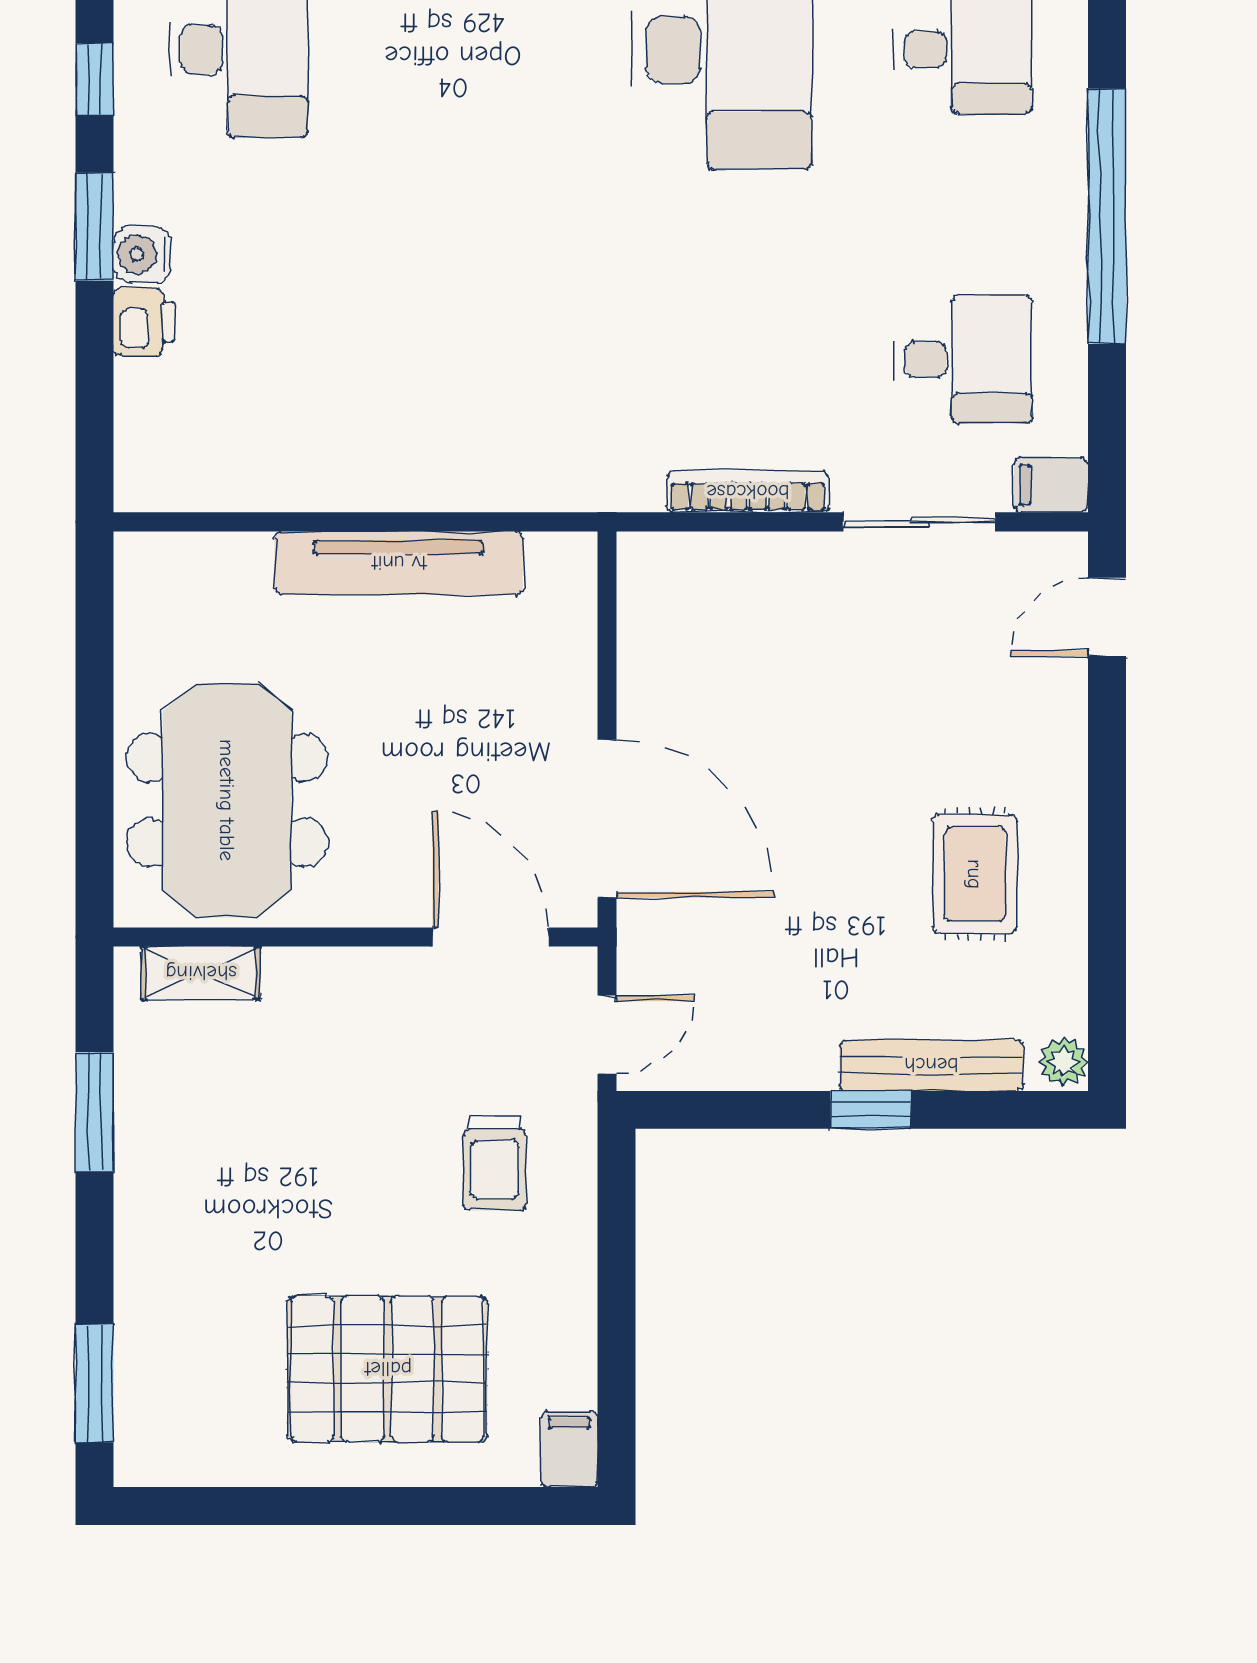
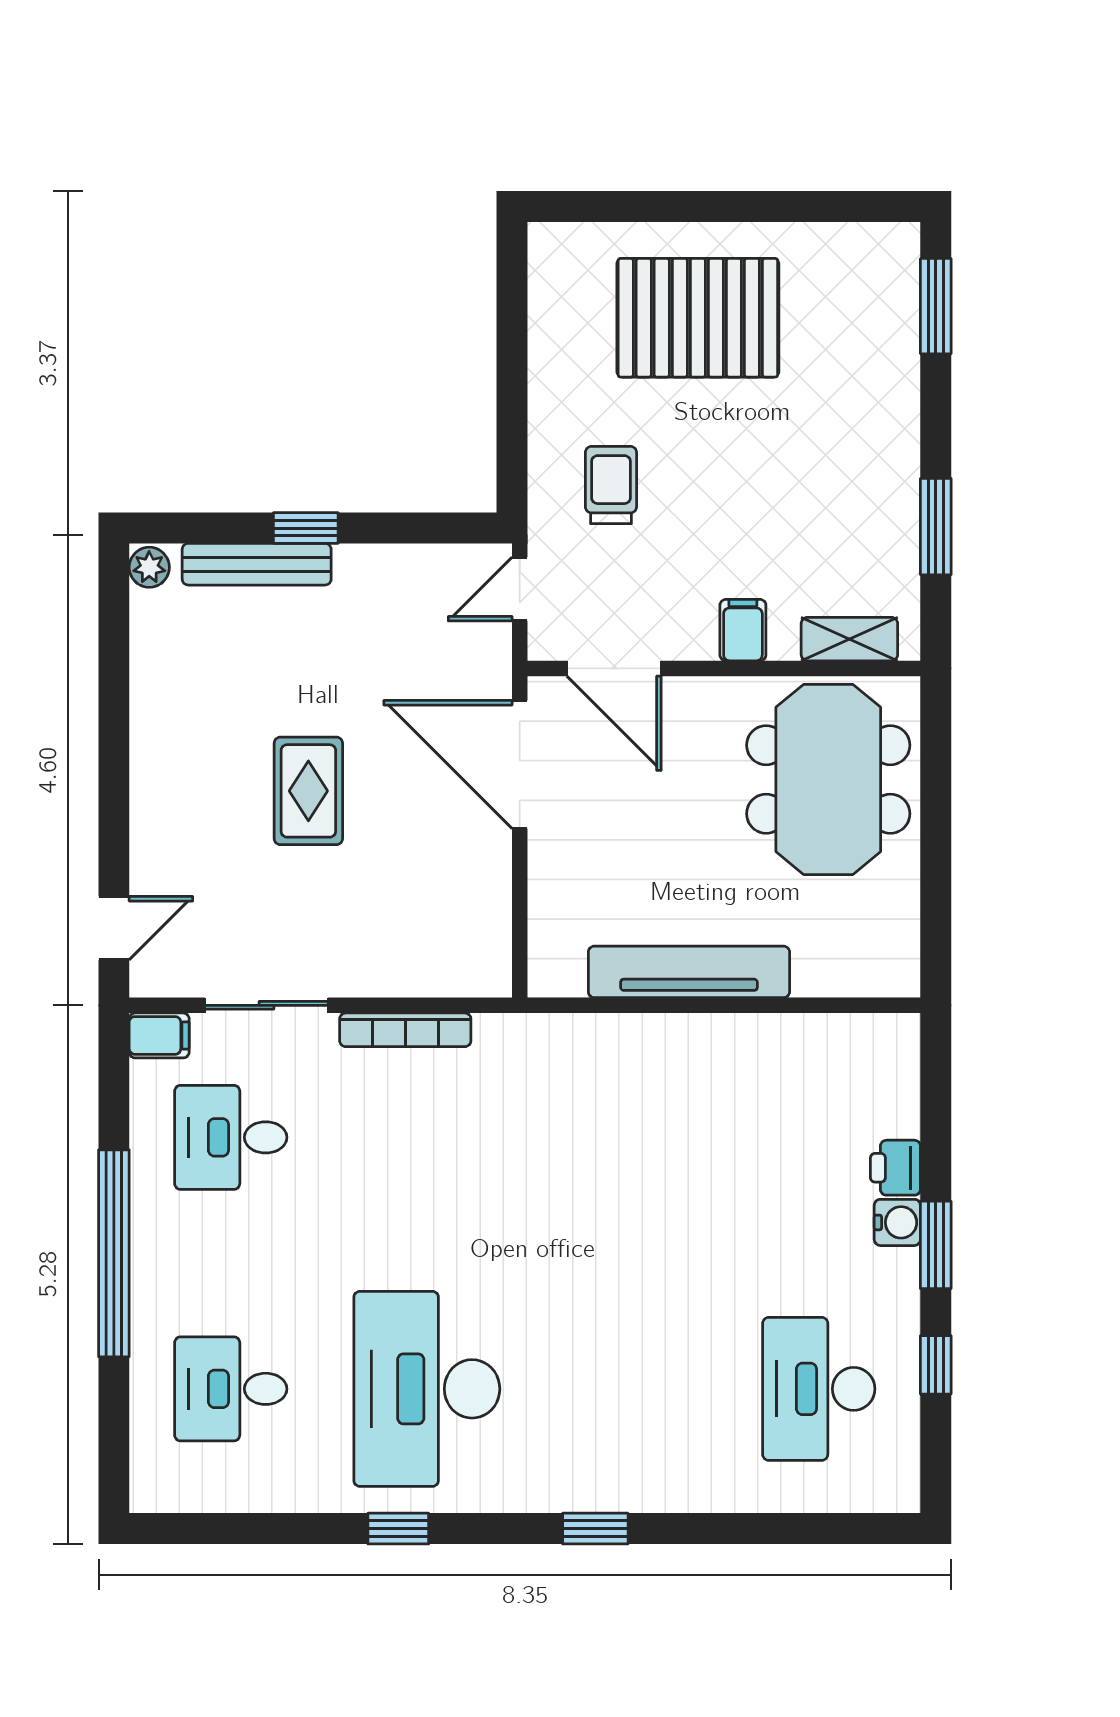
rug: (975, 874) -> (308, 791), moved
filing cabinet: (569, 1449) -> (743, 630), moved, turned 180

